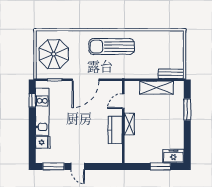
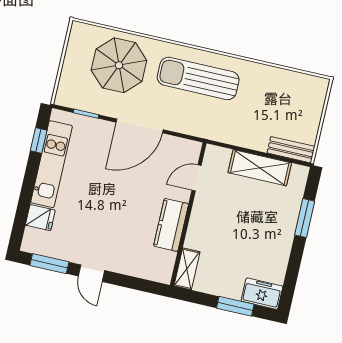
parasol: (54, 54) -> (119, 65), moved
shelving: (129, 124) -> (187, 269), moved

